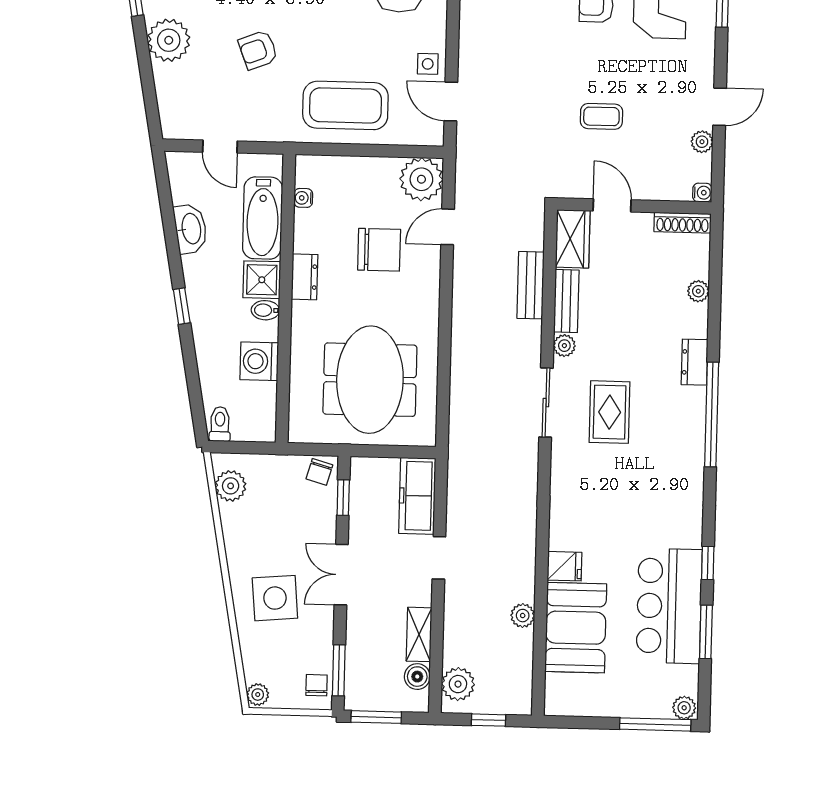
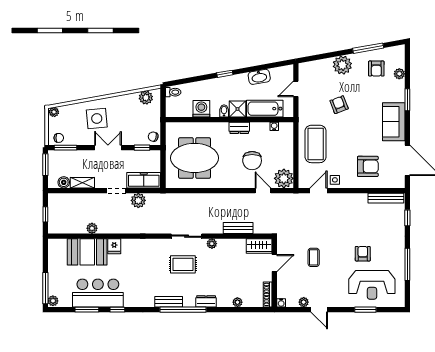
bench: (566, 301) -> (169, 302), moved
plant: (458, 684) -> (138, 200), moved

